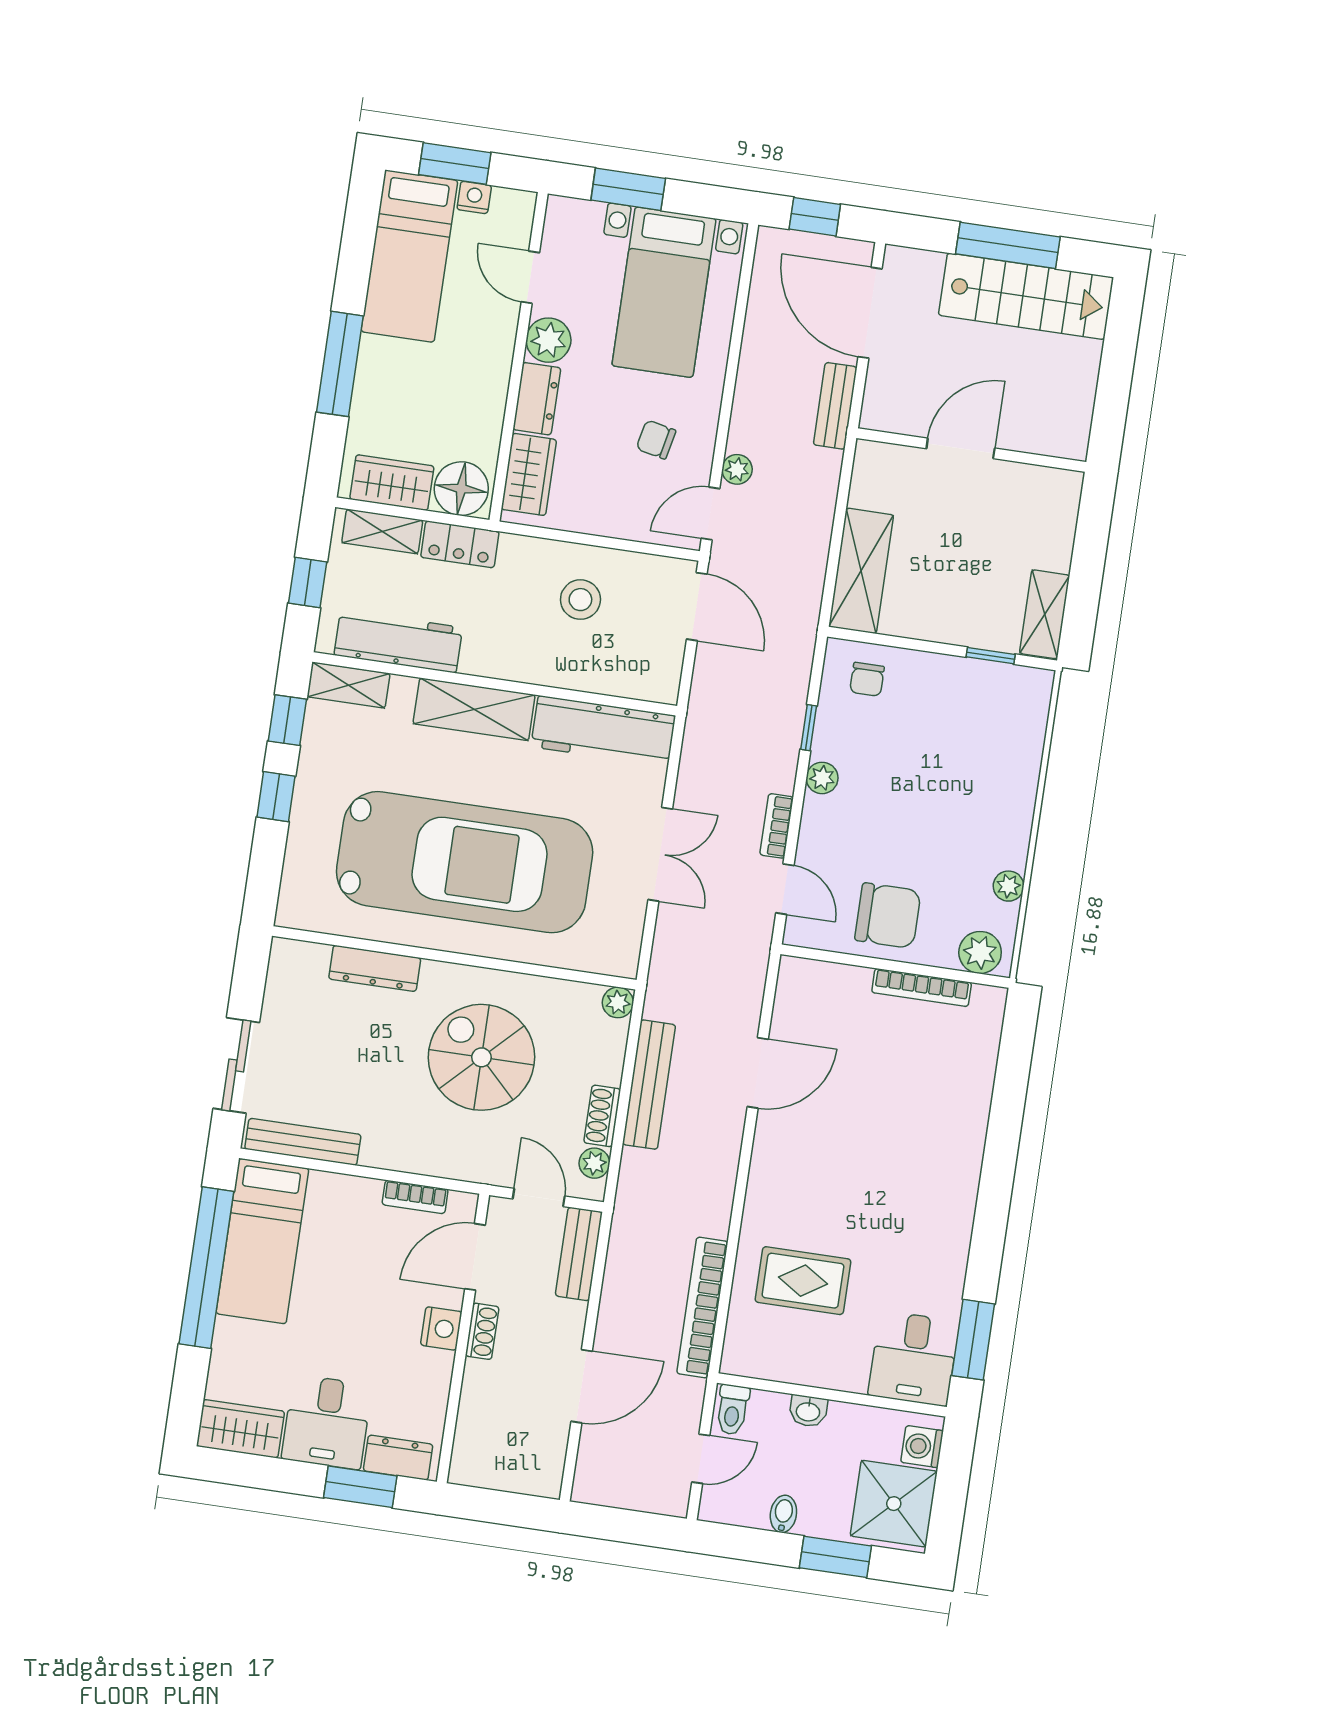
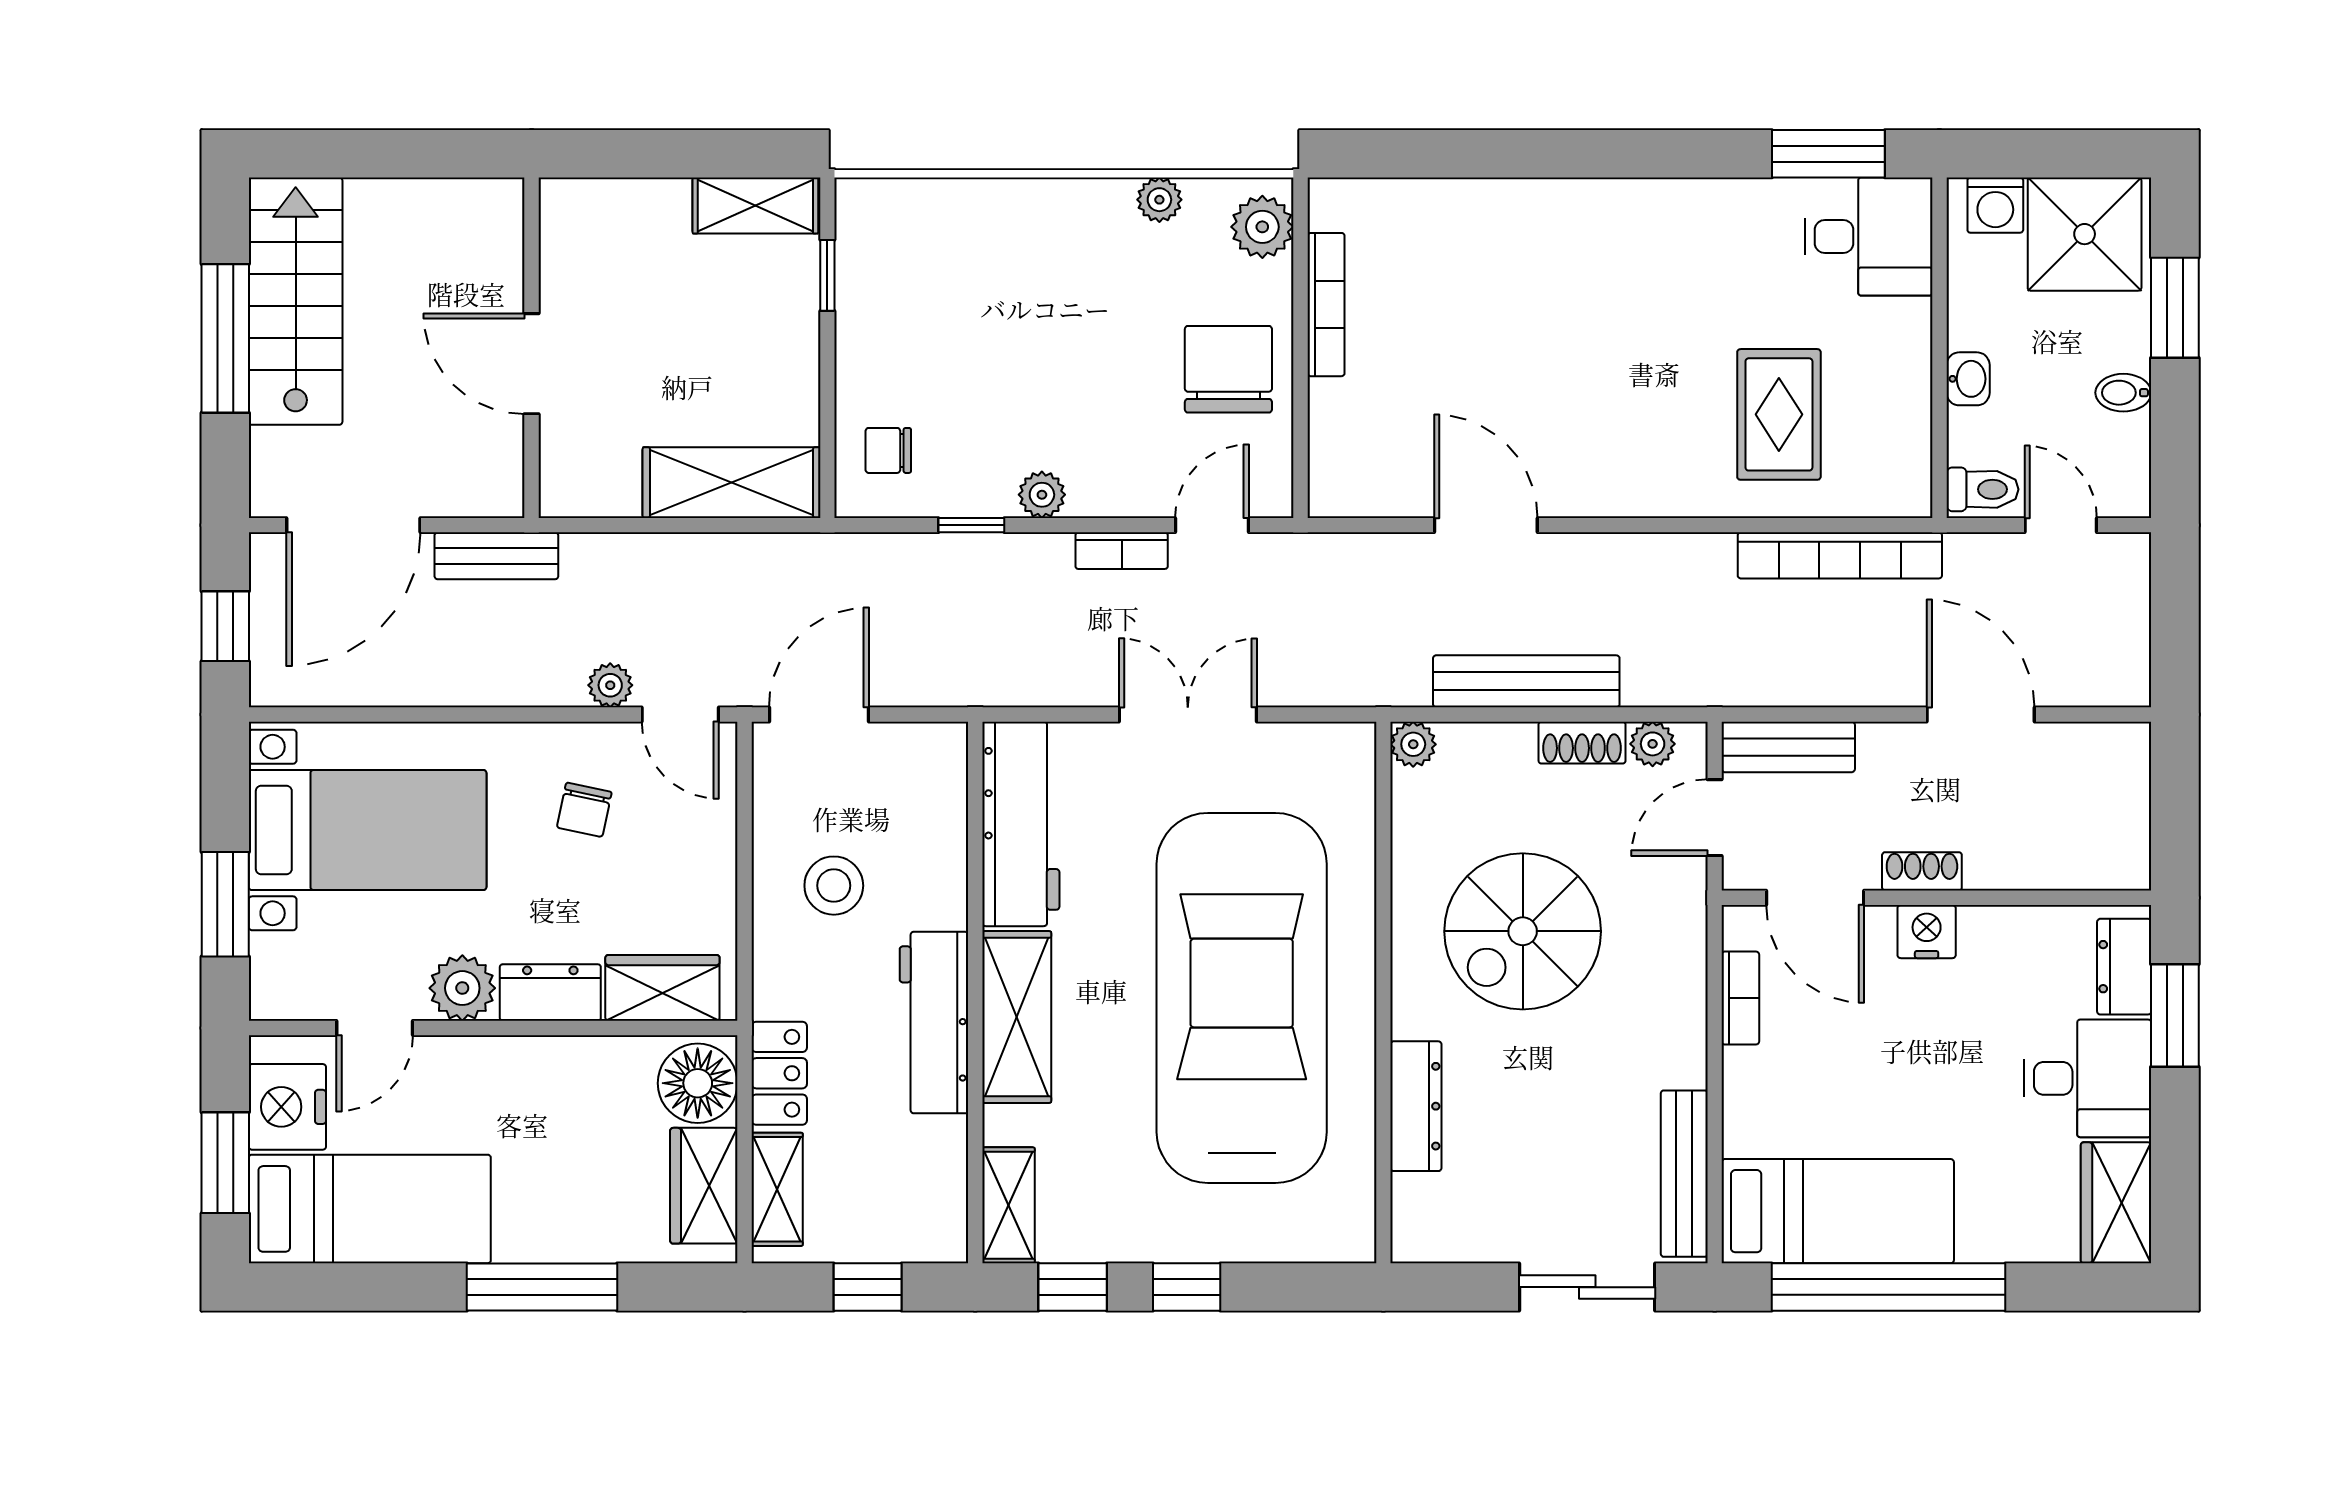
nightstand: (474, 197) -> (287, 1107), width x1.89, depth x1.79
workbench: (398, 641) -> (934, 1023), moved
chair: (867, 679) -> (888, 450), turned 180

